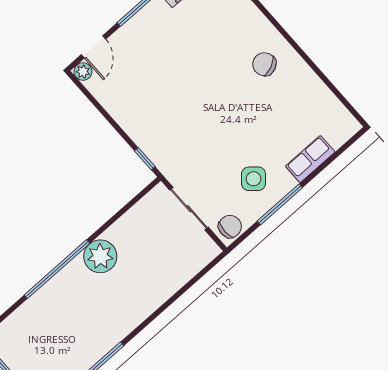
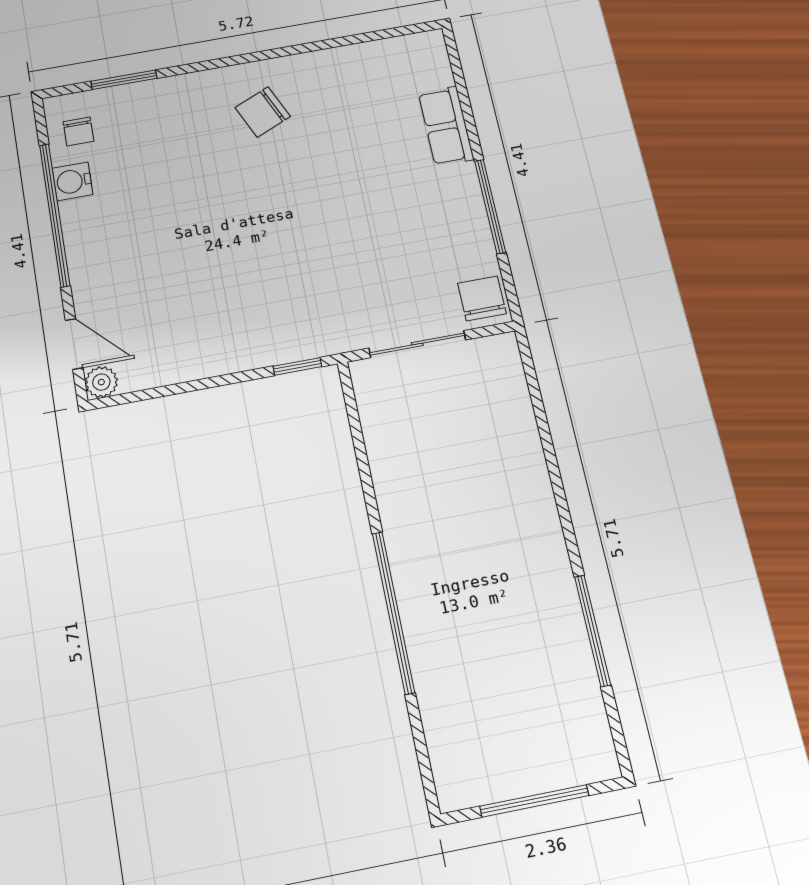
side table: (253, 179) -> (427, 223), removed
plant: (100, 256) -> (413, 528), removed

